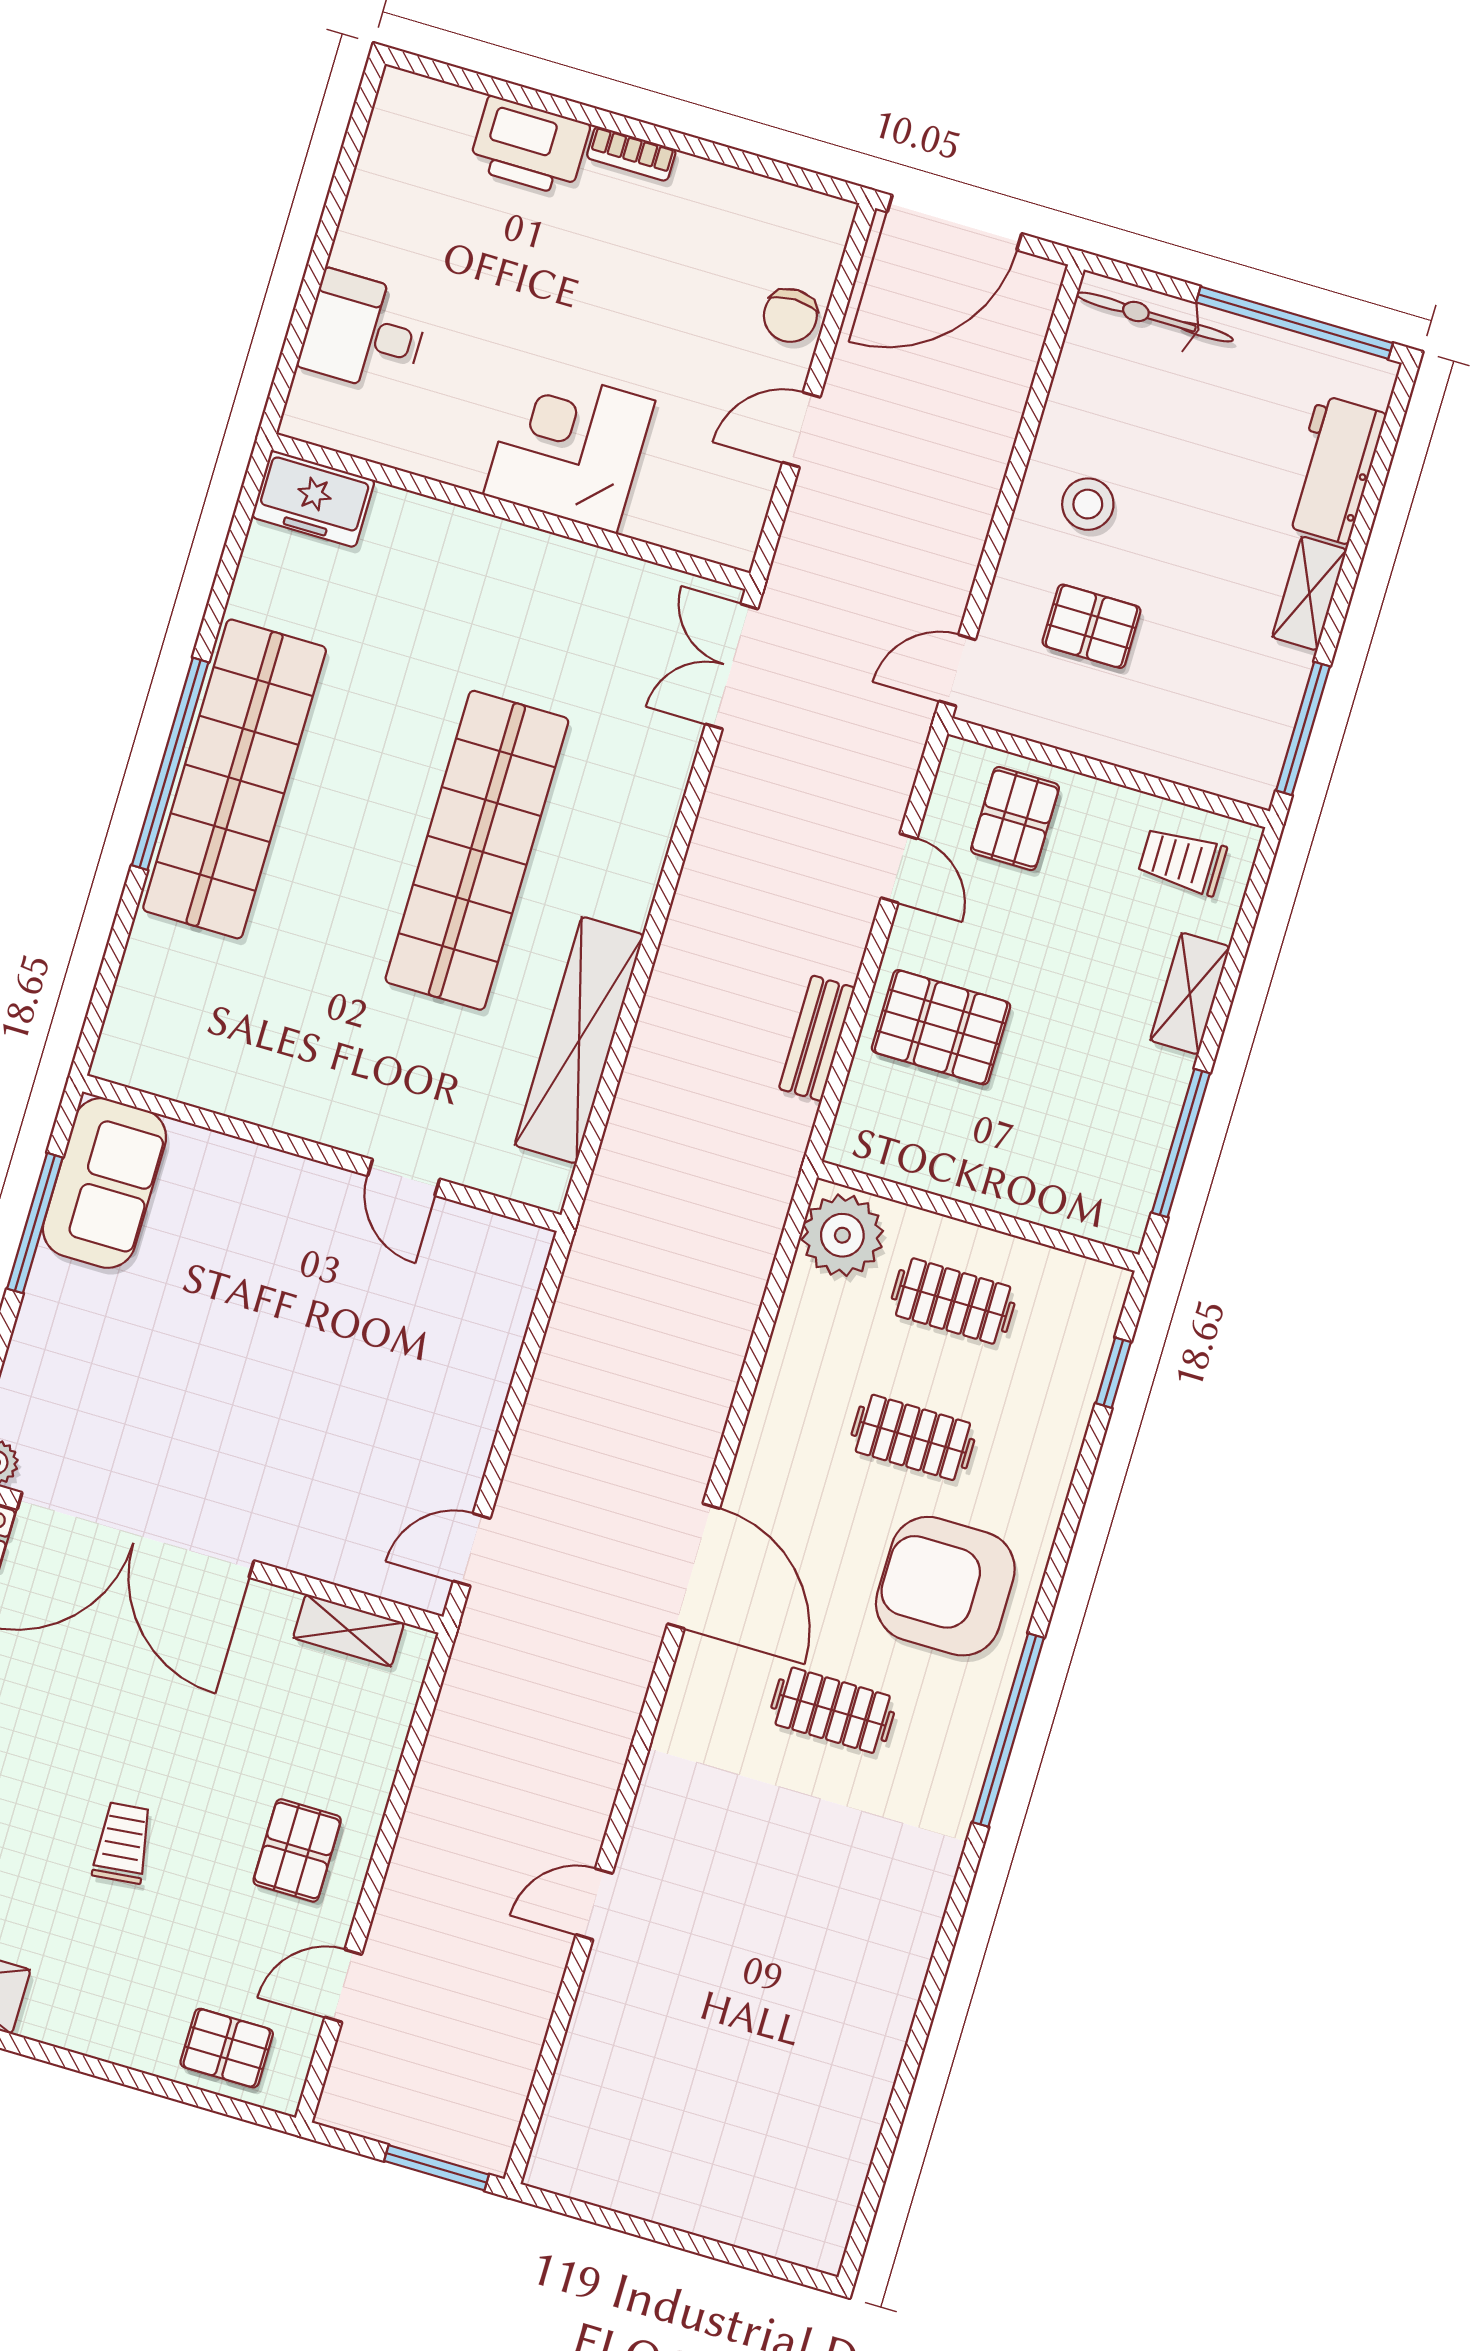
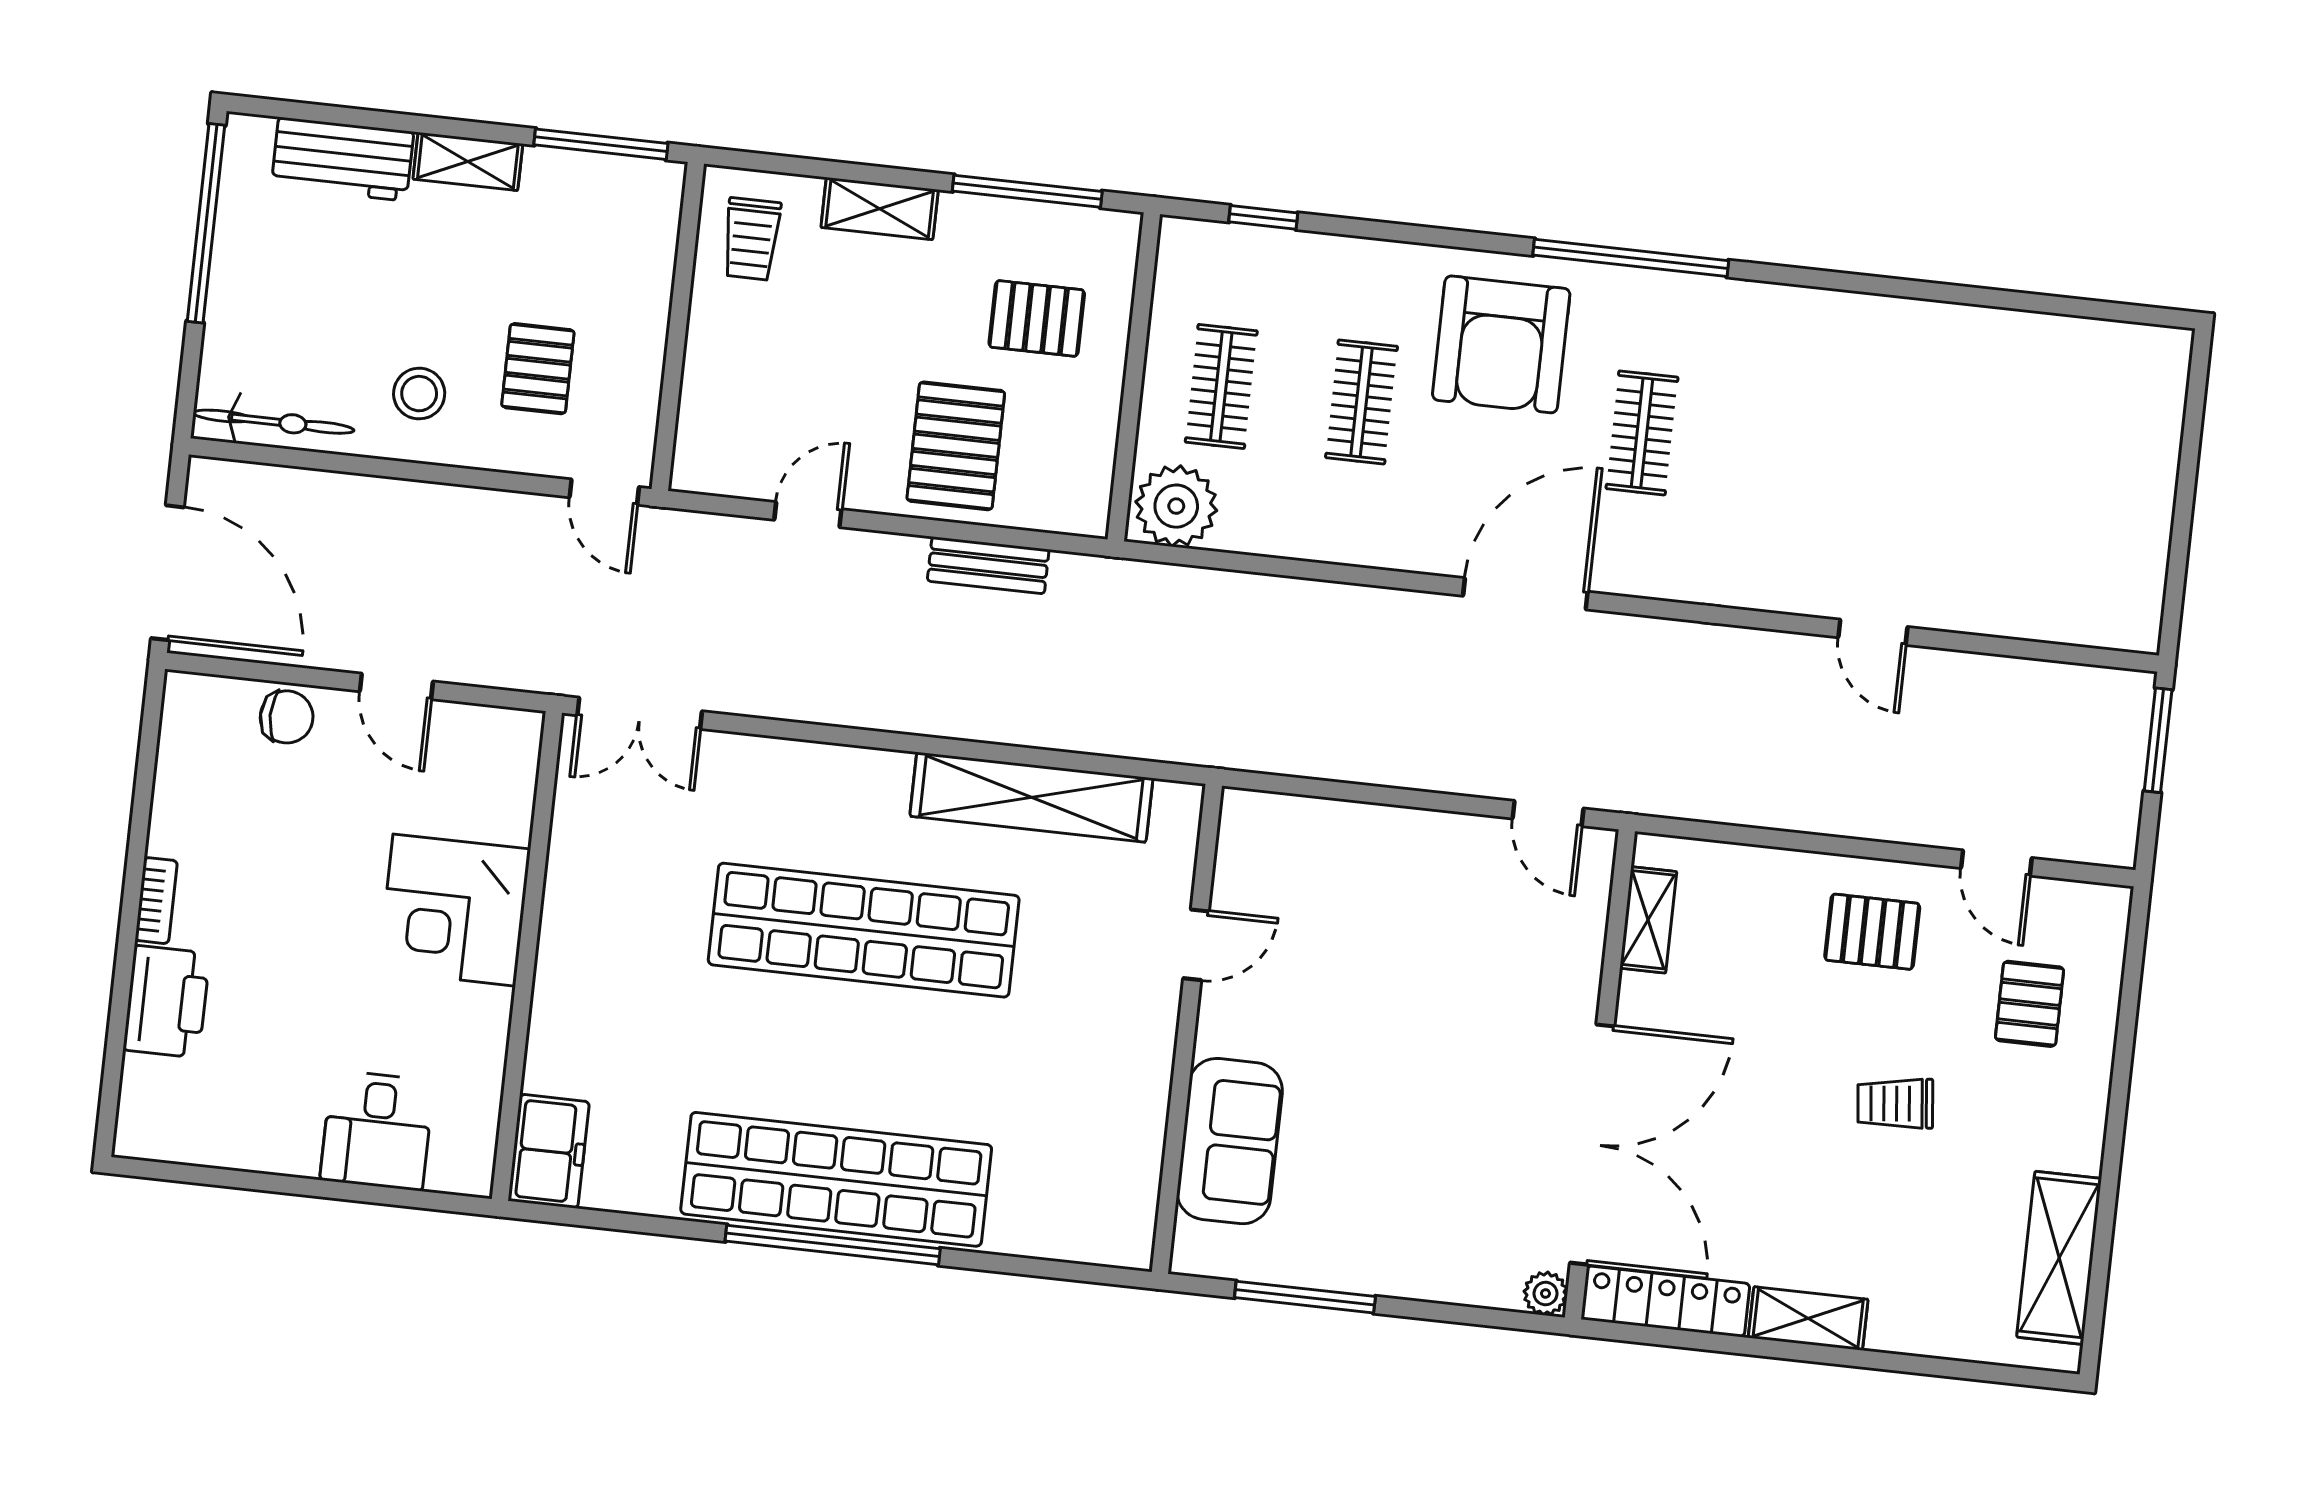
bicycle: (1155, 317) -> (274, 422), moved, turned -90
pallet: (1015, 819) -> (1037, 318), moved
sofa: (104, 1183) -> (1230, 1141), moved, turned 90
pallet: (227, 2048) -> (2030, 1004), moved

